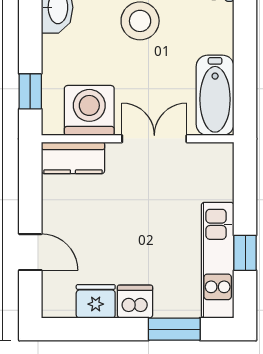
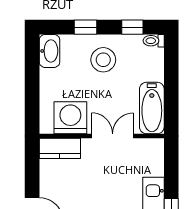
window: (30, 91) -> (32, 105), removed

